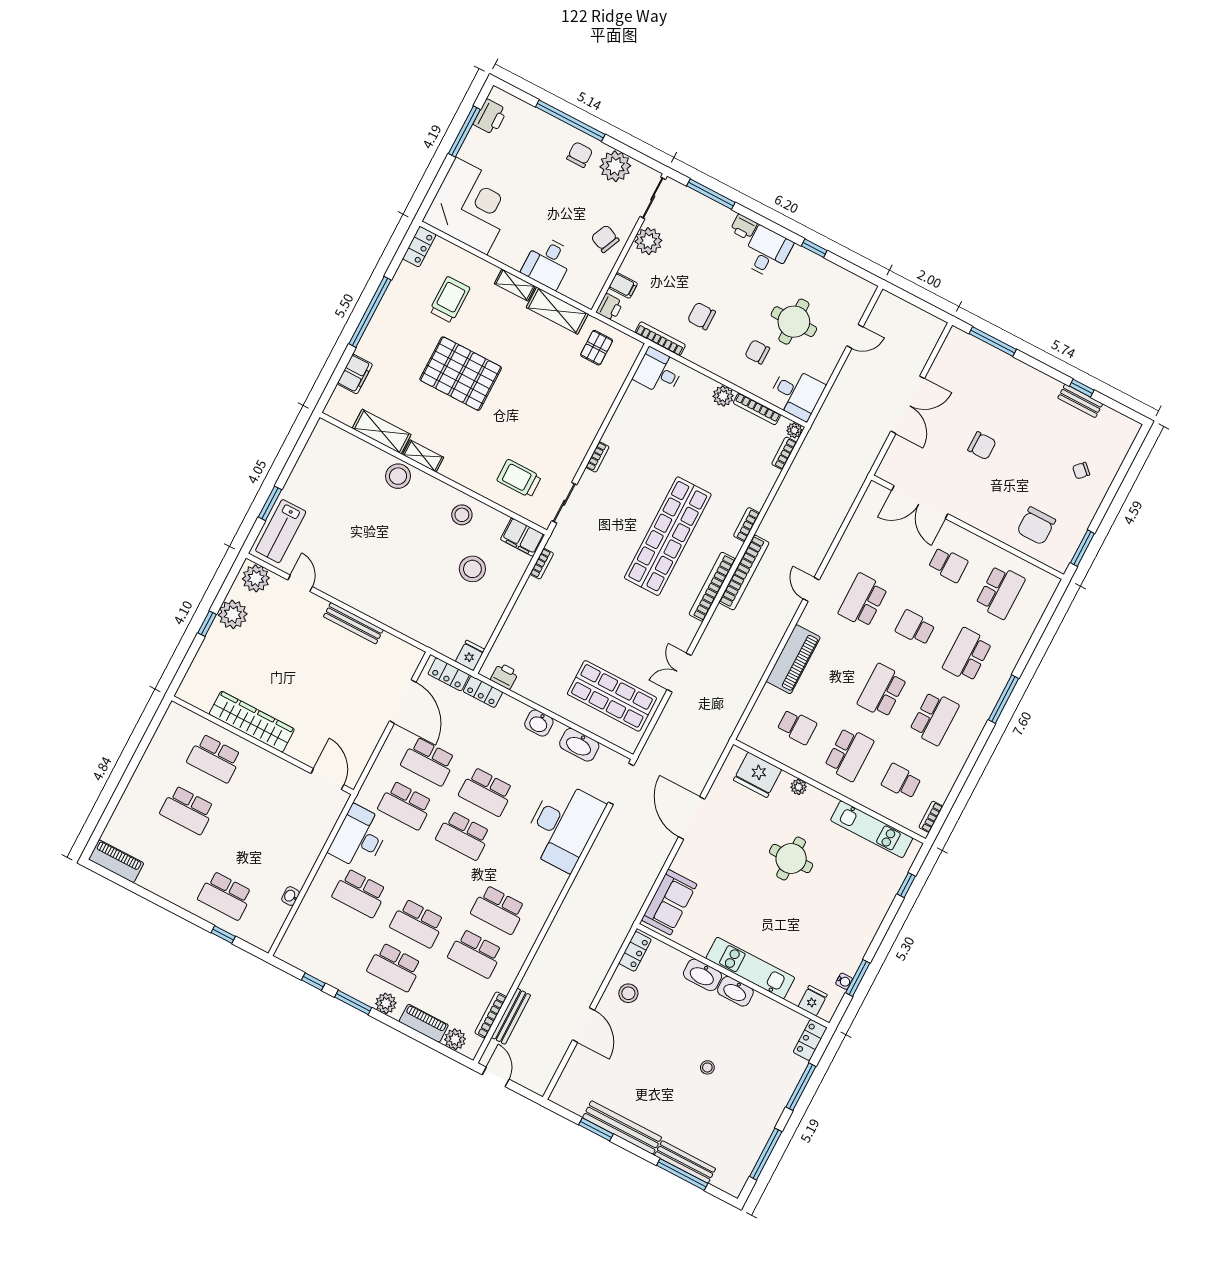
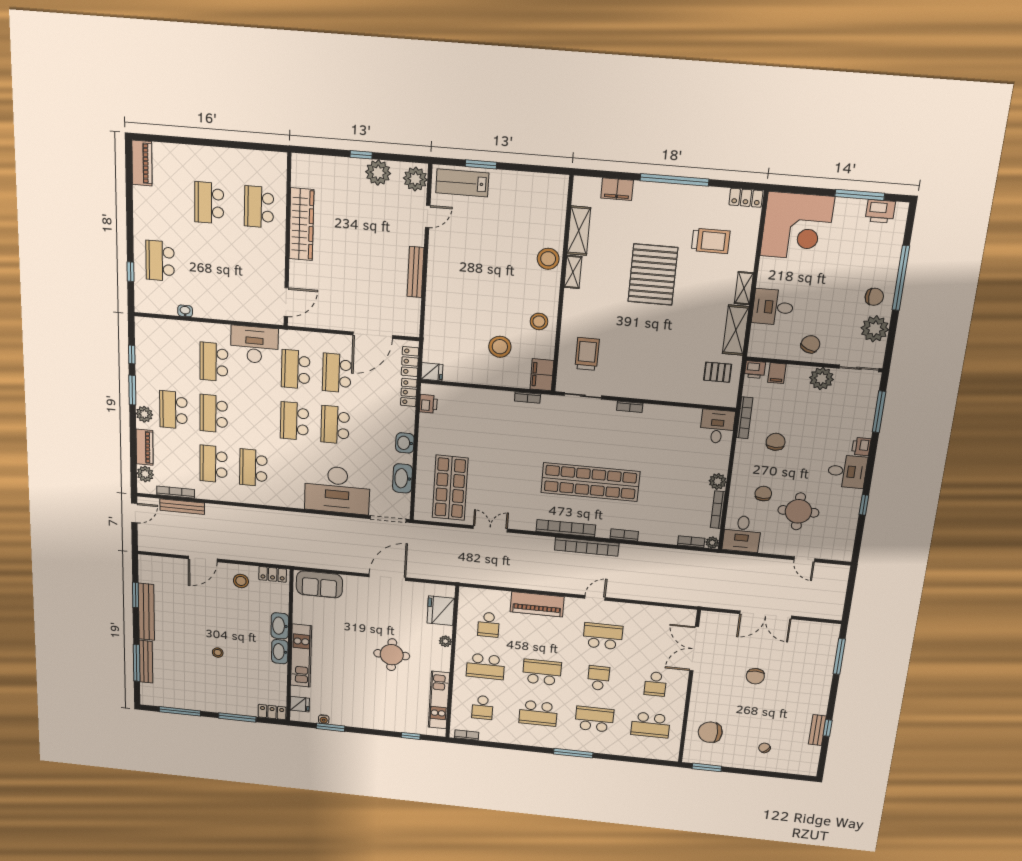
school desk: (901, 781) -> (482, 707), turned 180

